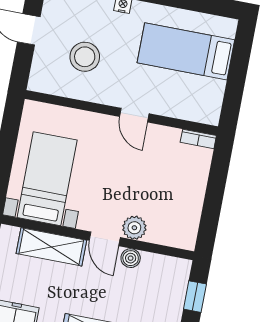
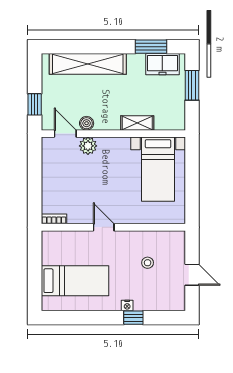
stool: (85, 57) -> (148, 263), width x0.53, depth x0.53
door: (105, 239) -> (65, 134), moved
shelving: (51, 247) -> (137, 123), width x0.67, depth x0.75

